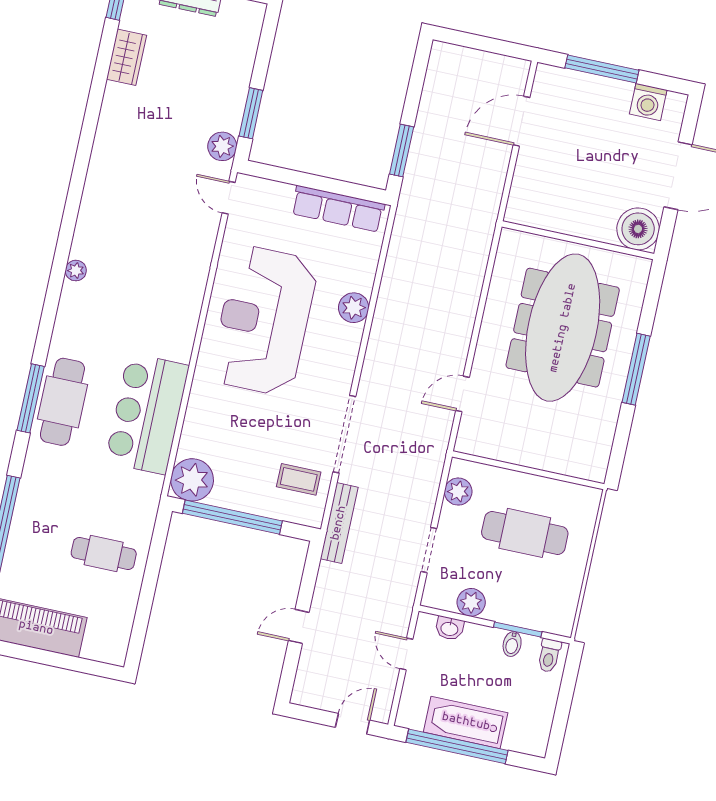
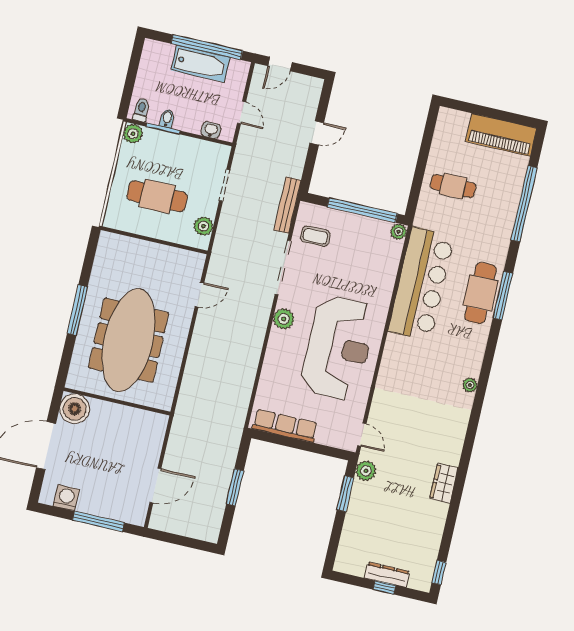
wardrobe: (127, 57) -> (444, 483), moved
window: (402, 151) -> (235, 487), moved
plant: (354, 308) -> (284, 319), moved
bar counter: (147, 414) -> (421, 284), width x1.36
plant: (192, 480) -> (399, 232), width x0.53, depth x0.53
plant: (471, 602) -> (133, 134), moved

